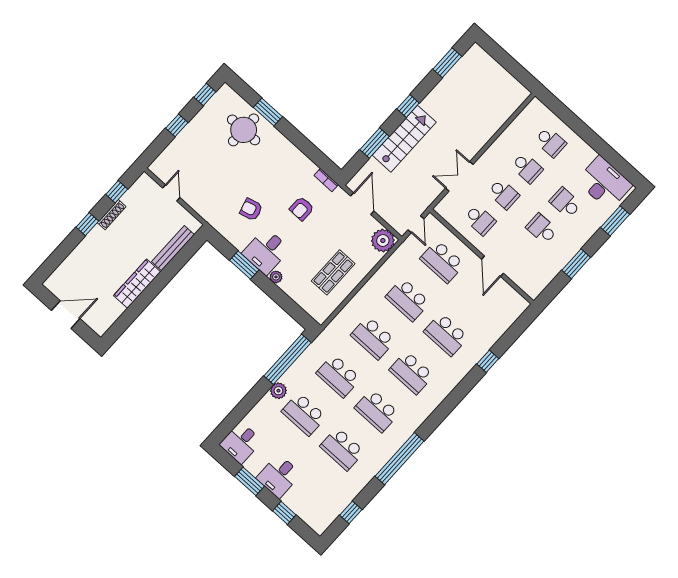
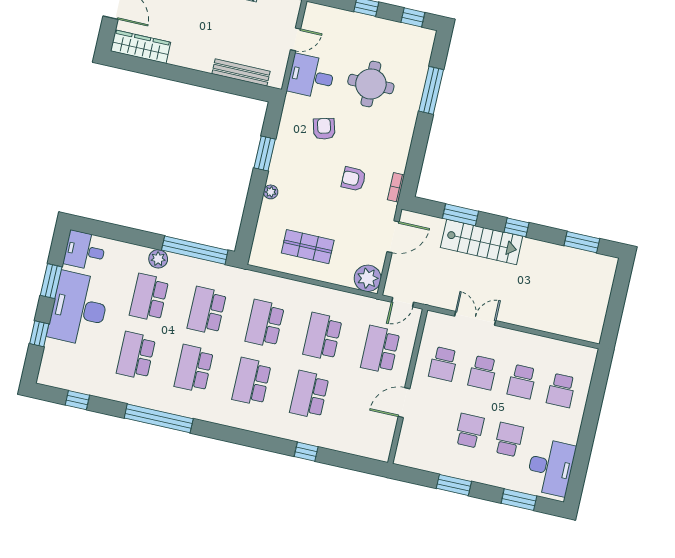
window: (268, 112) -> (431, 90), width x1.44
round table: (244, 130) -> (371, 84), moved
desk: (266, 251) -> (311, 76), moved
wardrobe: (137, 284) -> (141, 47), moved
desk: (279, 476) -> (79, 309), width x1.87, depth x1.30

